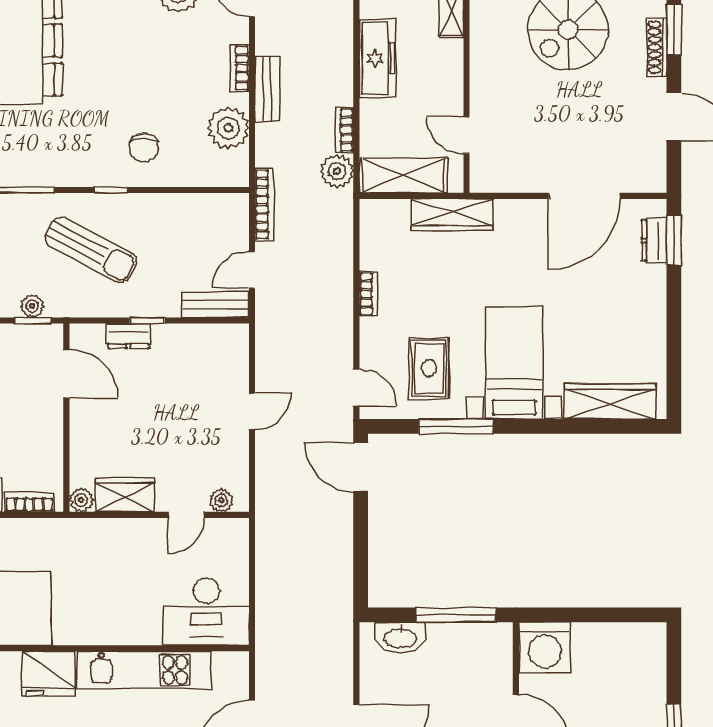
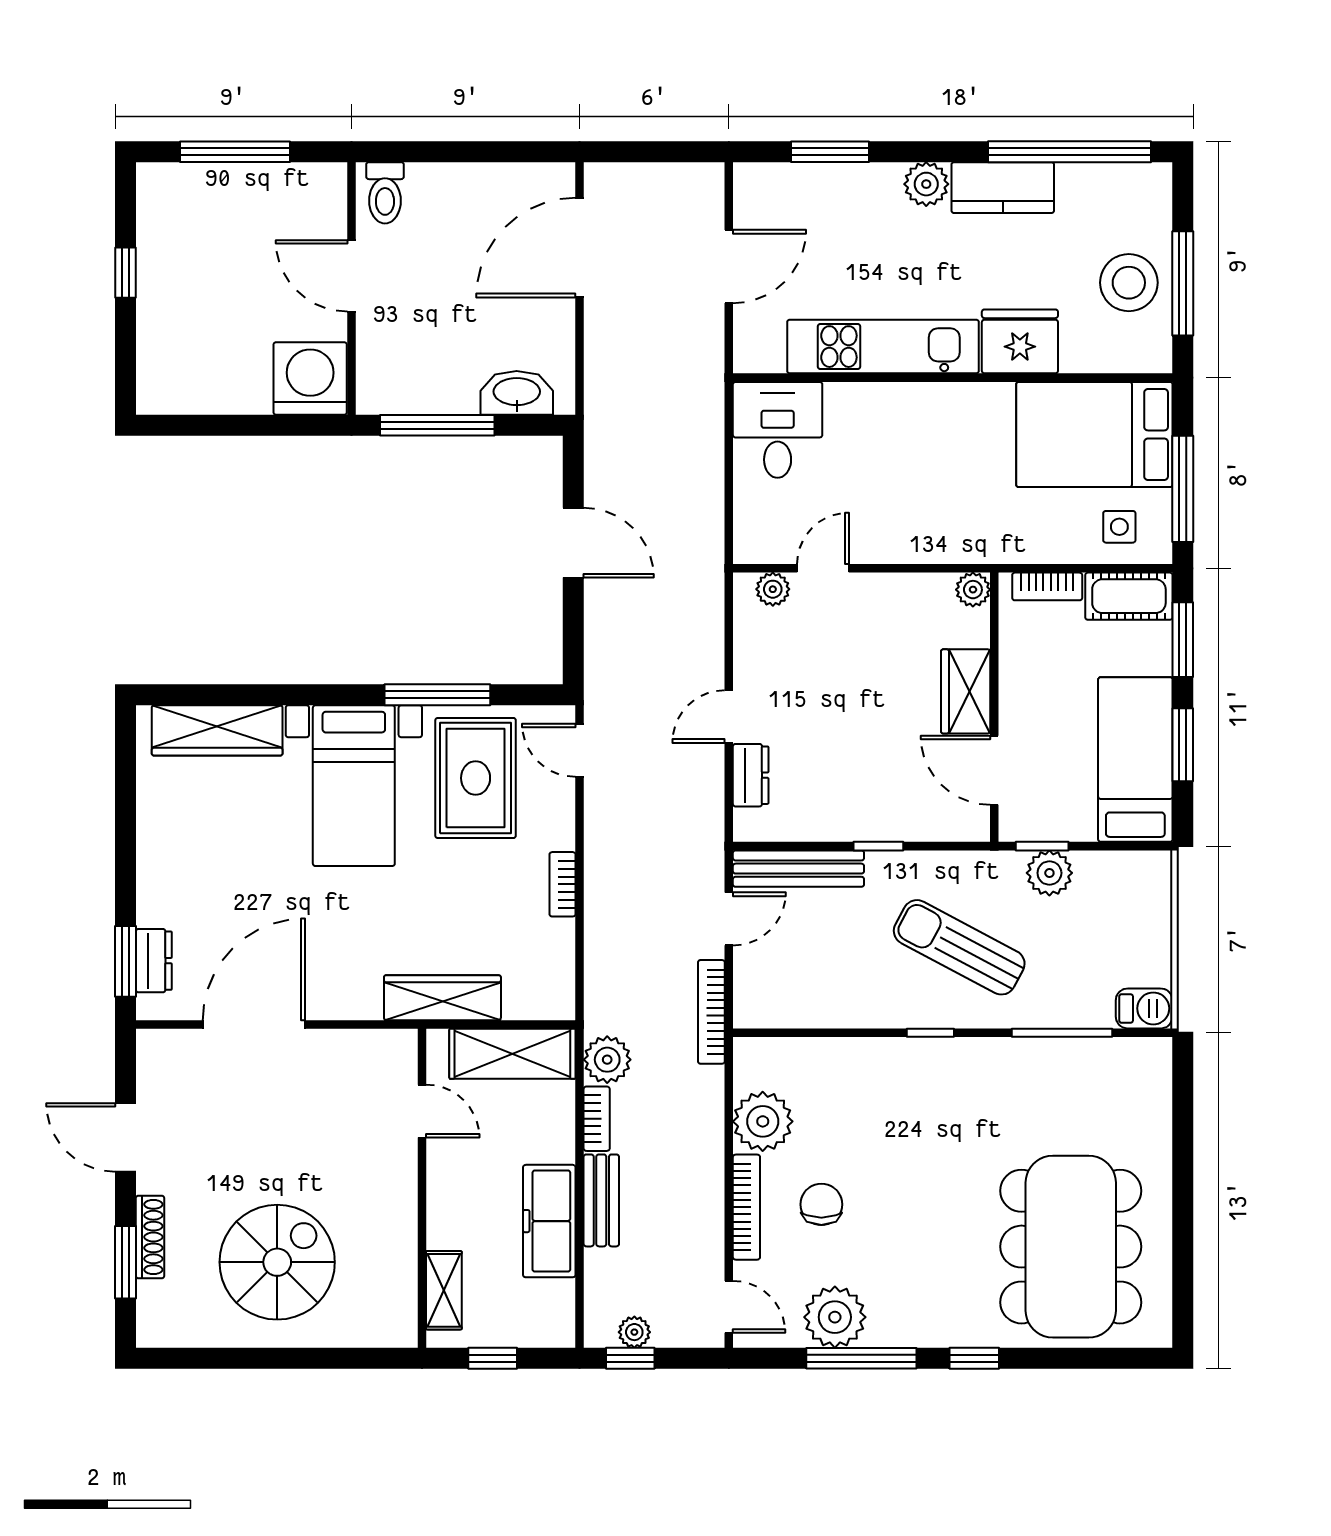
bookcase: (240, 68) -> (746, 1207), width x1.56
bench: (267, 89) -> (601, 1200), moved
chair: (144, 148) -> (821, 1204), moved
bench: (216, 305) -> (798, 869), width x1.36
plant: (32, 306) -> (1049, 873), width x1.38, depth x1.38
dresser: (128, 336) -> (751, 775), moved, turned 90
rug: (429, 368) -> (476, 778), width x1.36, depth x1.43
door: (361, 467) -> (573, 543), moved
wardrobe: (125, 495) -> (966, 691), moved, turned 90
desk: (206, 612) -> (778, 430), width x0.73

